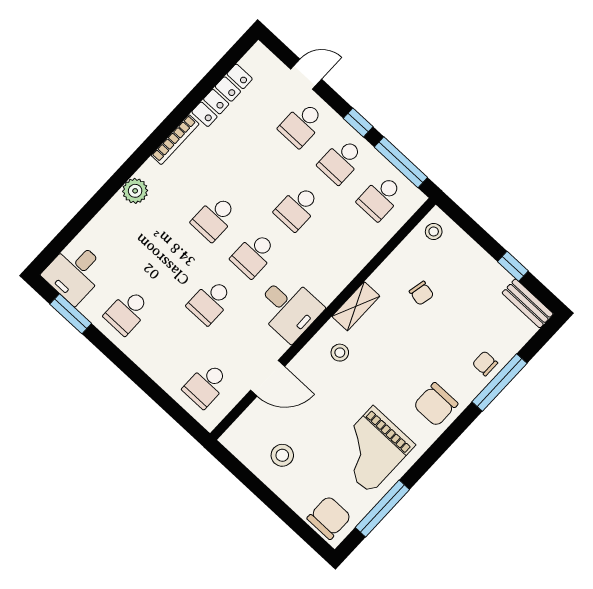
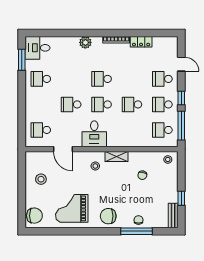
locker: (222, 95) -> (141, 42), width x0.66
window: (382, 508) -> (55, 231), removed

